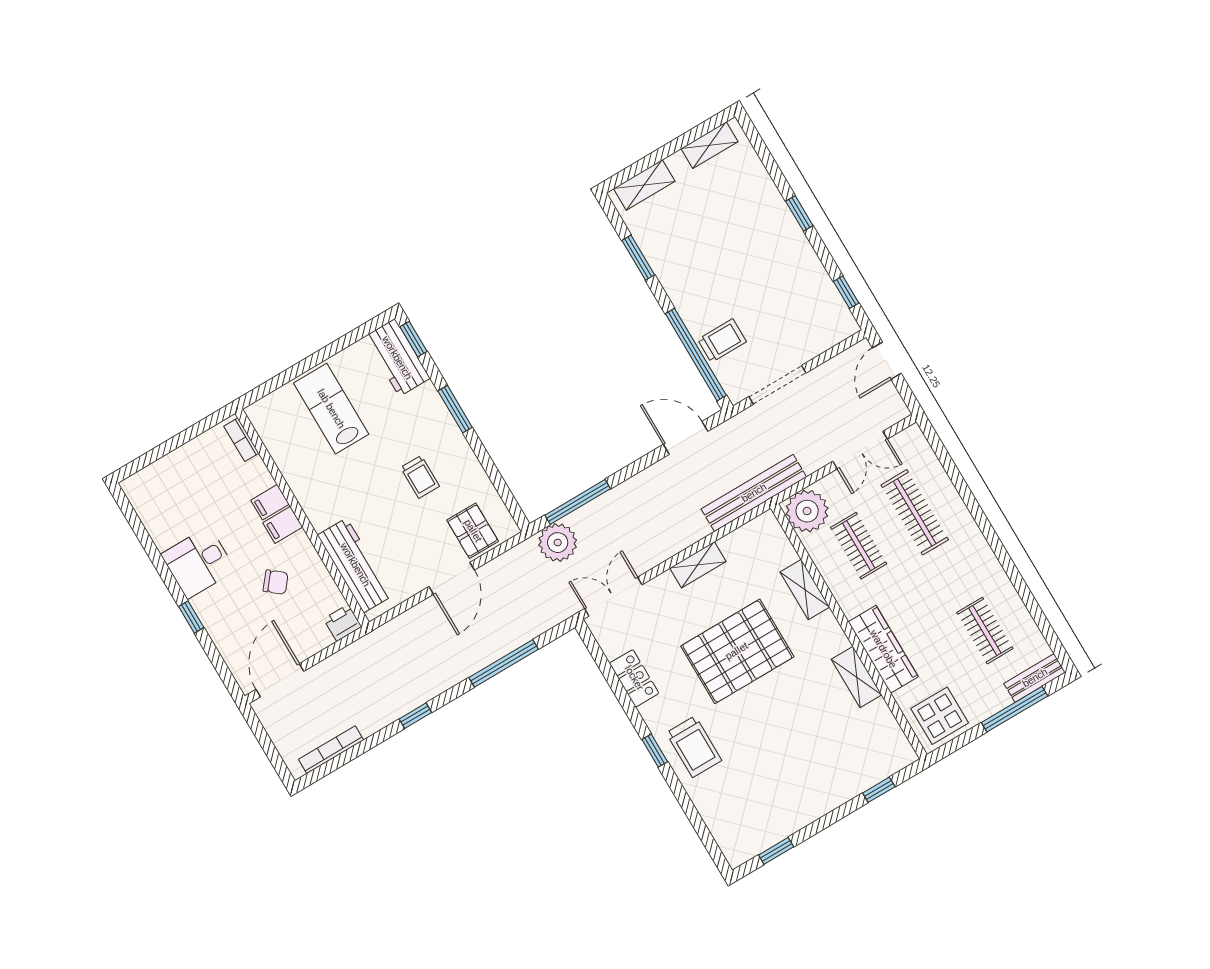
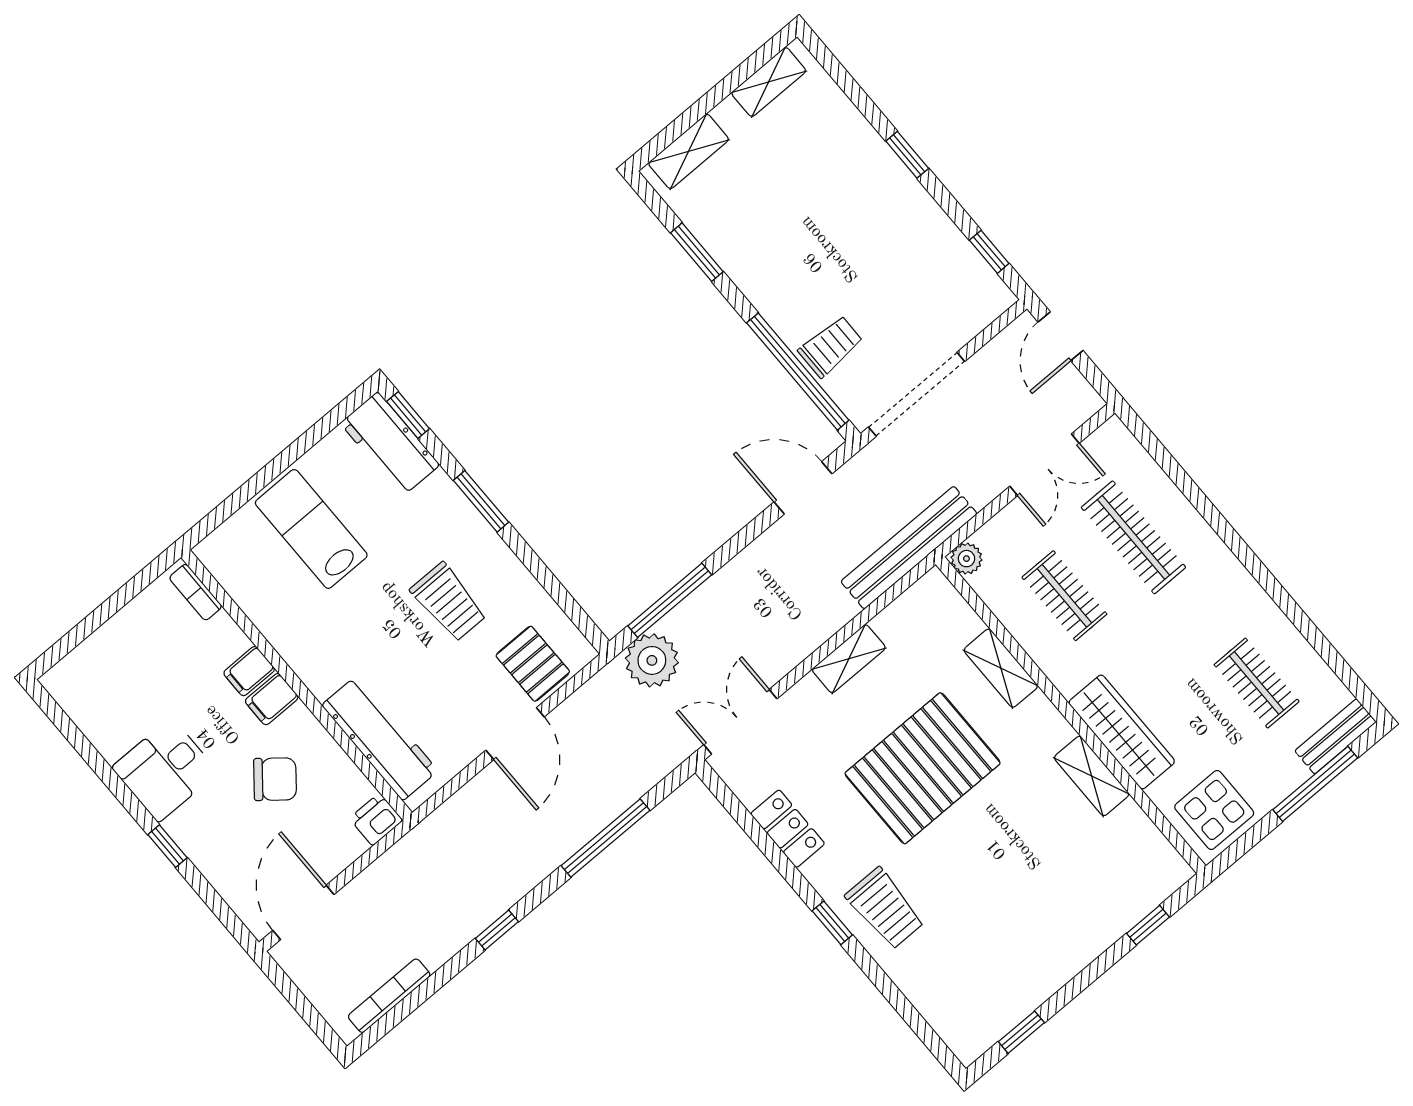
doorway: (778, 385) -> (917, 394), width x1.36
trolley: (420, 477) -> (449, 602), width x1.36, depth x1.39
plant: (807, 511) -> (966, 559), width x0.53, depth x0.53
chair: (276, 582) -> (275, 779), width x1.37, depth x1.37

